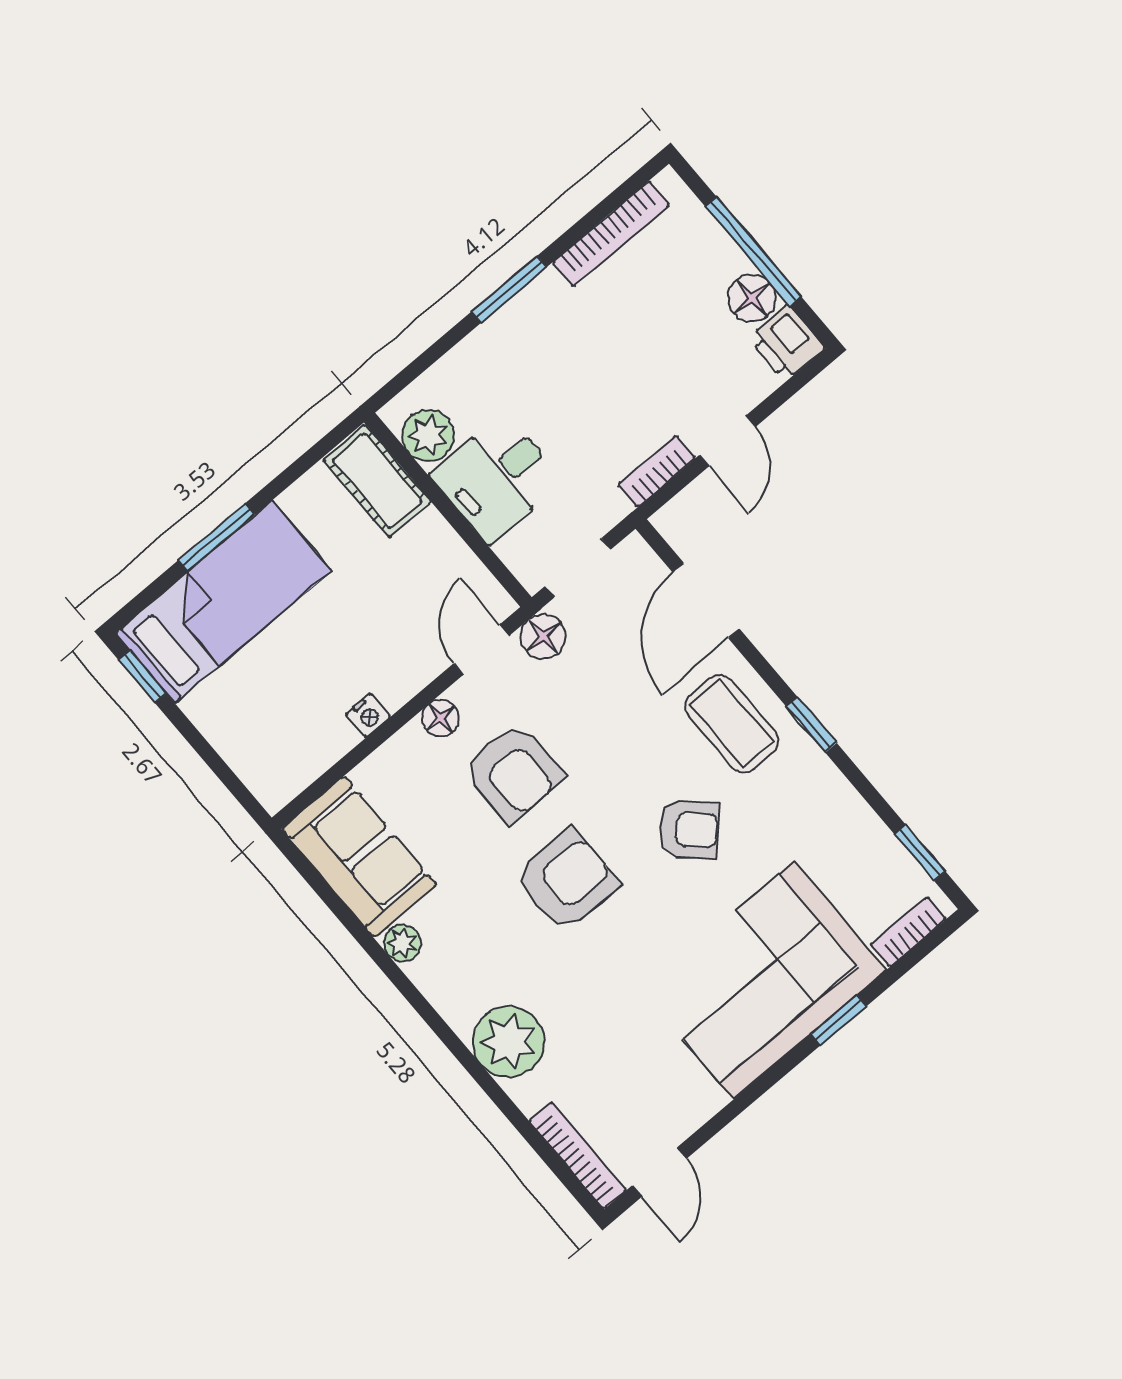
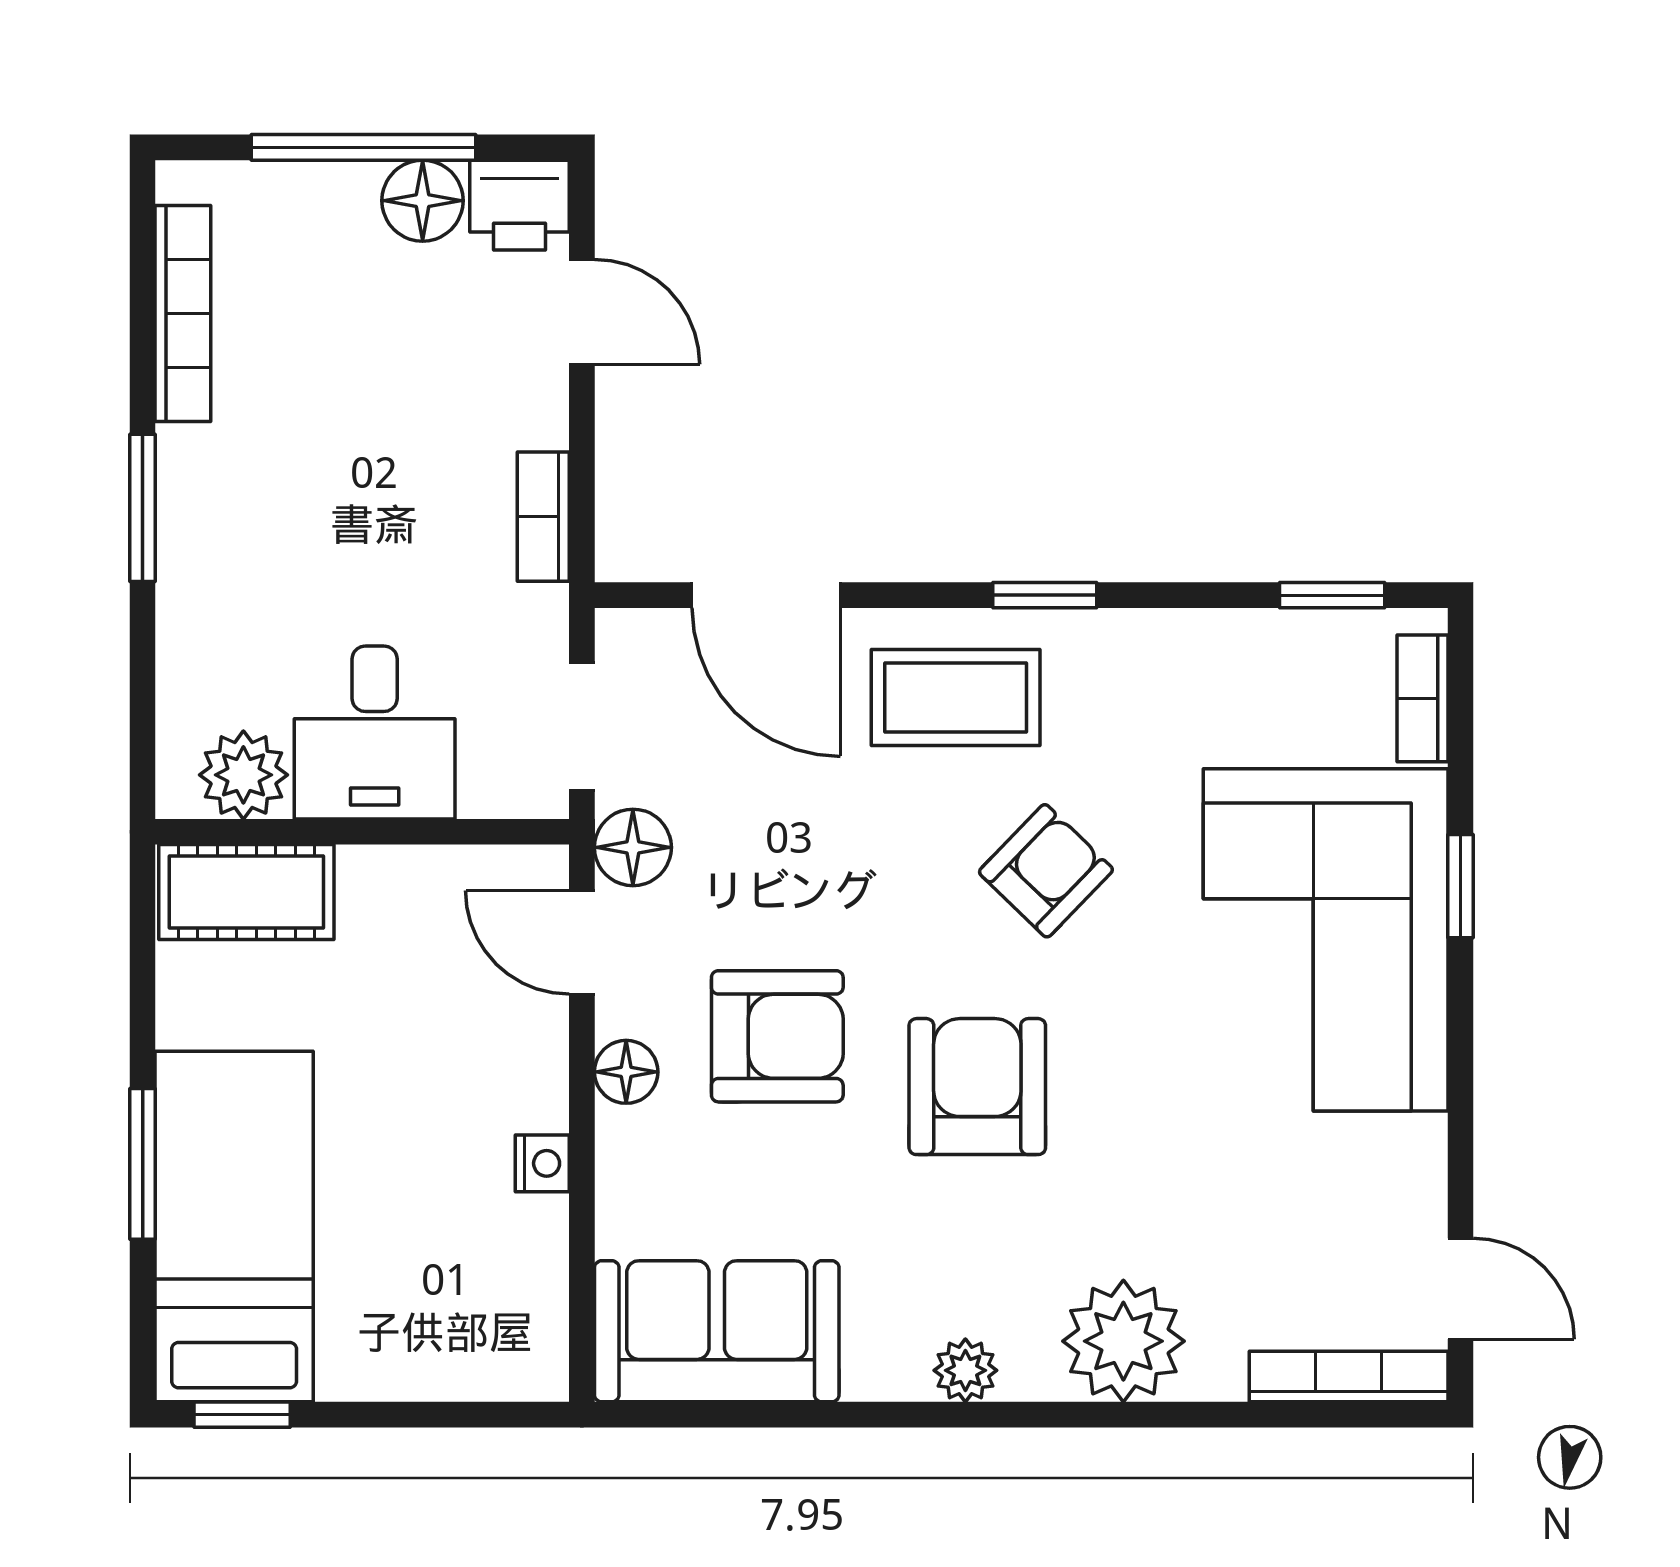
door: (727, 441) -> (582, 312), moved
plant: (402, 943) -> (965, 1370), moved

